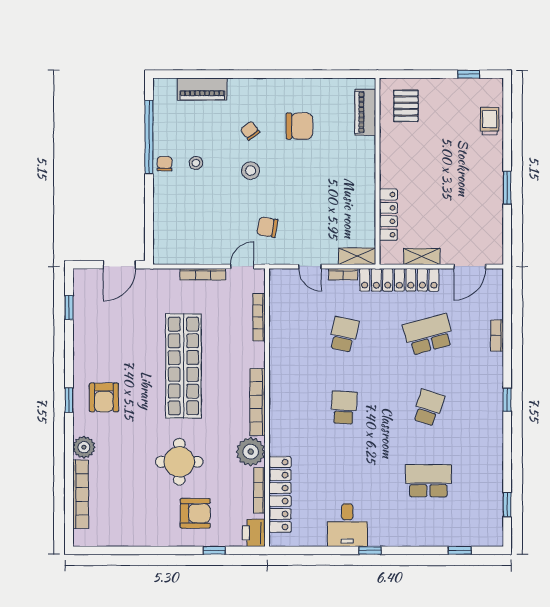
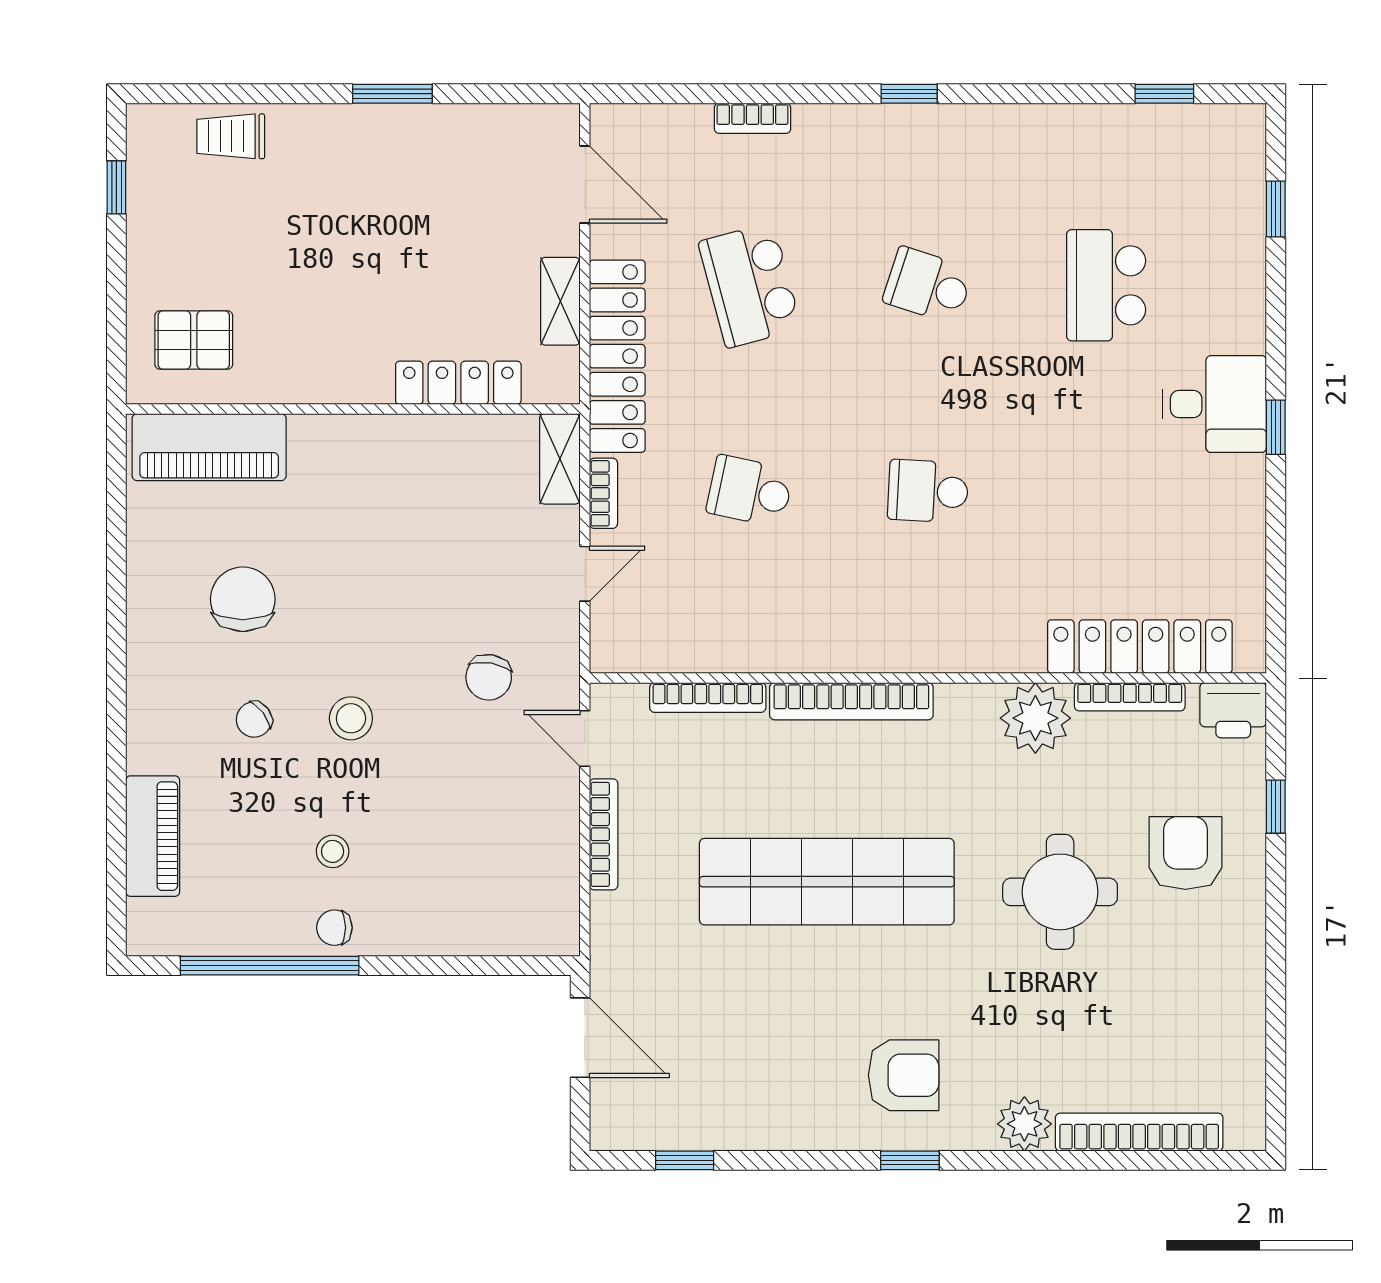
piano: (365, 112) -> (209, 447), width x1.37, depth x1.33
bookcase: (258, 402) -> (851, 701), moved
desk: (347, 525) -> (1214, 404), moved

